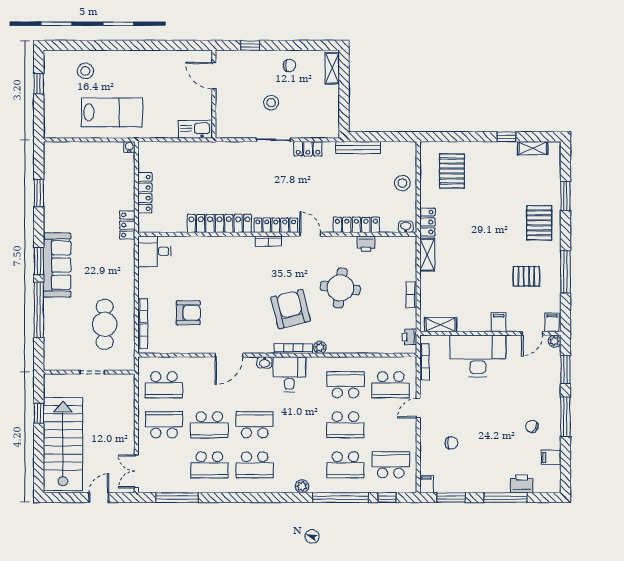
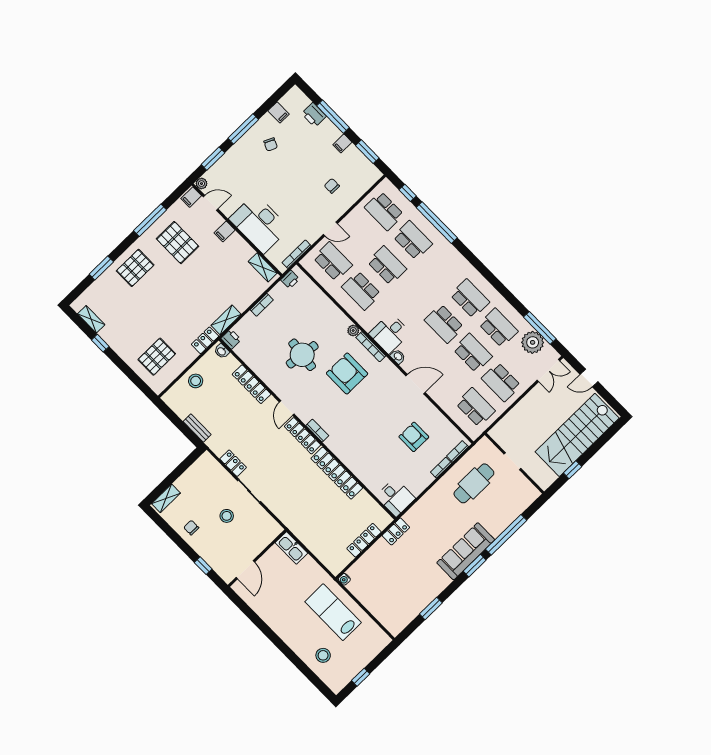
bench: (358, 148) -> (197, 428), width x0.73
printer: (366, 244) -> (231, 339), moved
pallet: (526, 276) -> (178, 243), width x1.50, depth x1.42
armchair: (291, 309) -> (347, 373), turned 104
filing cabinet: (426, 484) -> (342, 143), moved
plant: (302, 486) -> (533, 342), moved, width x1.87, depth x1.87

